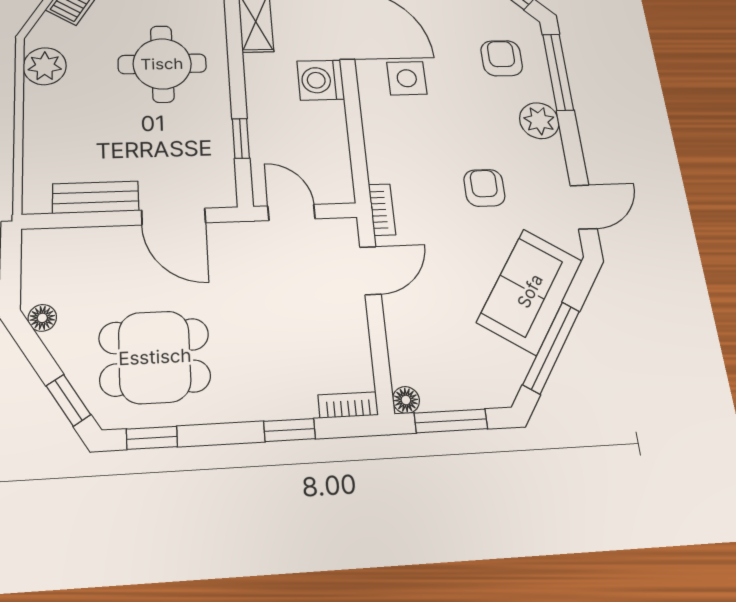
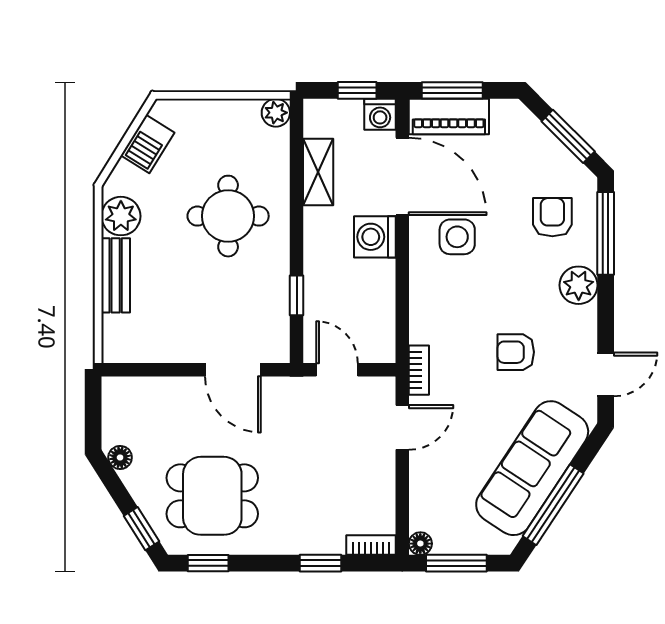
armchair: (484, 188) -> (516, 352), turned -90
bench: (96, 197) -> (116, 275), moved, turned 90
sofa: (530, 291) -> (532, 468), width x1.36

